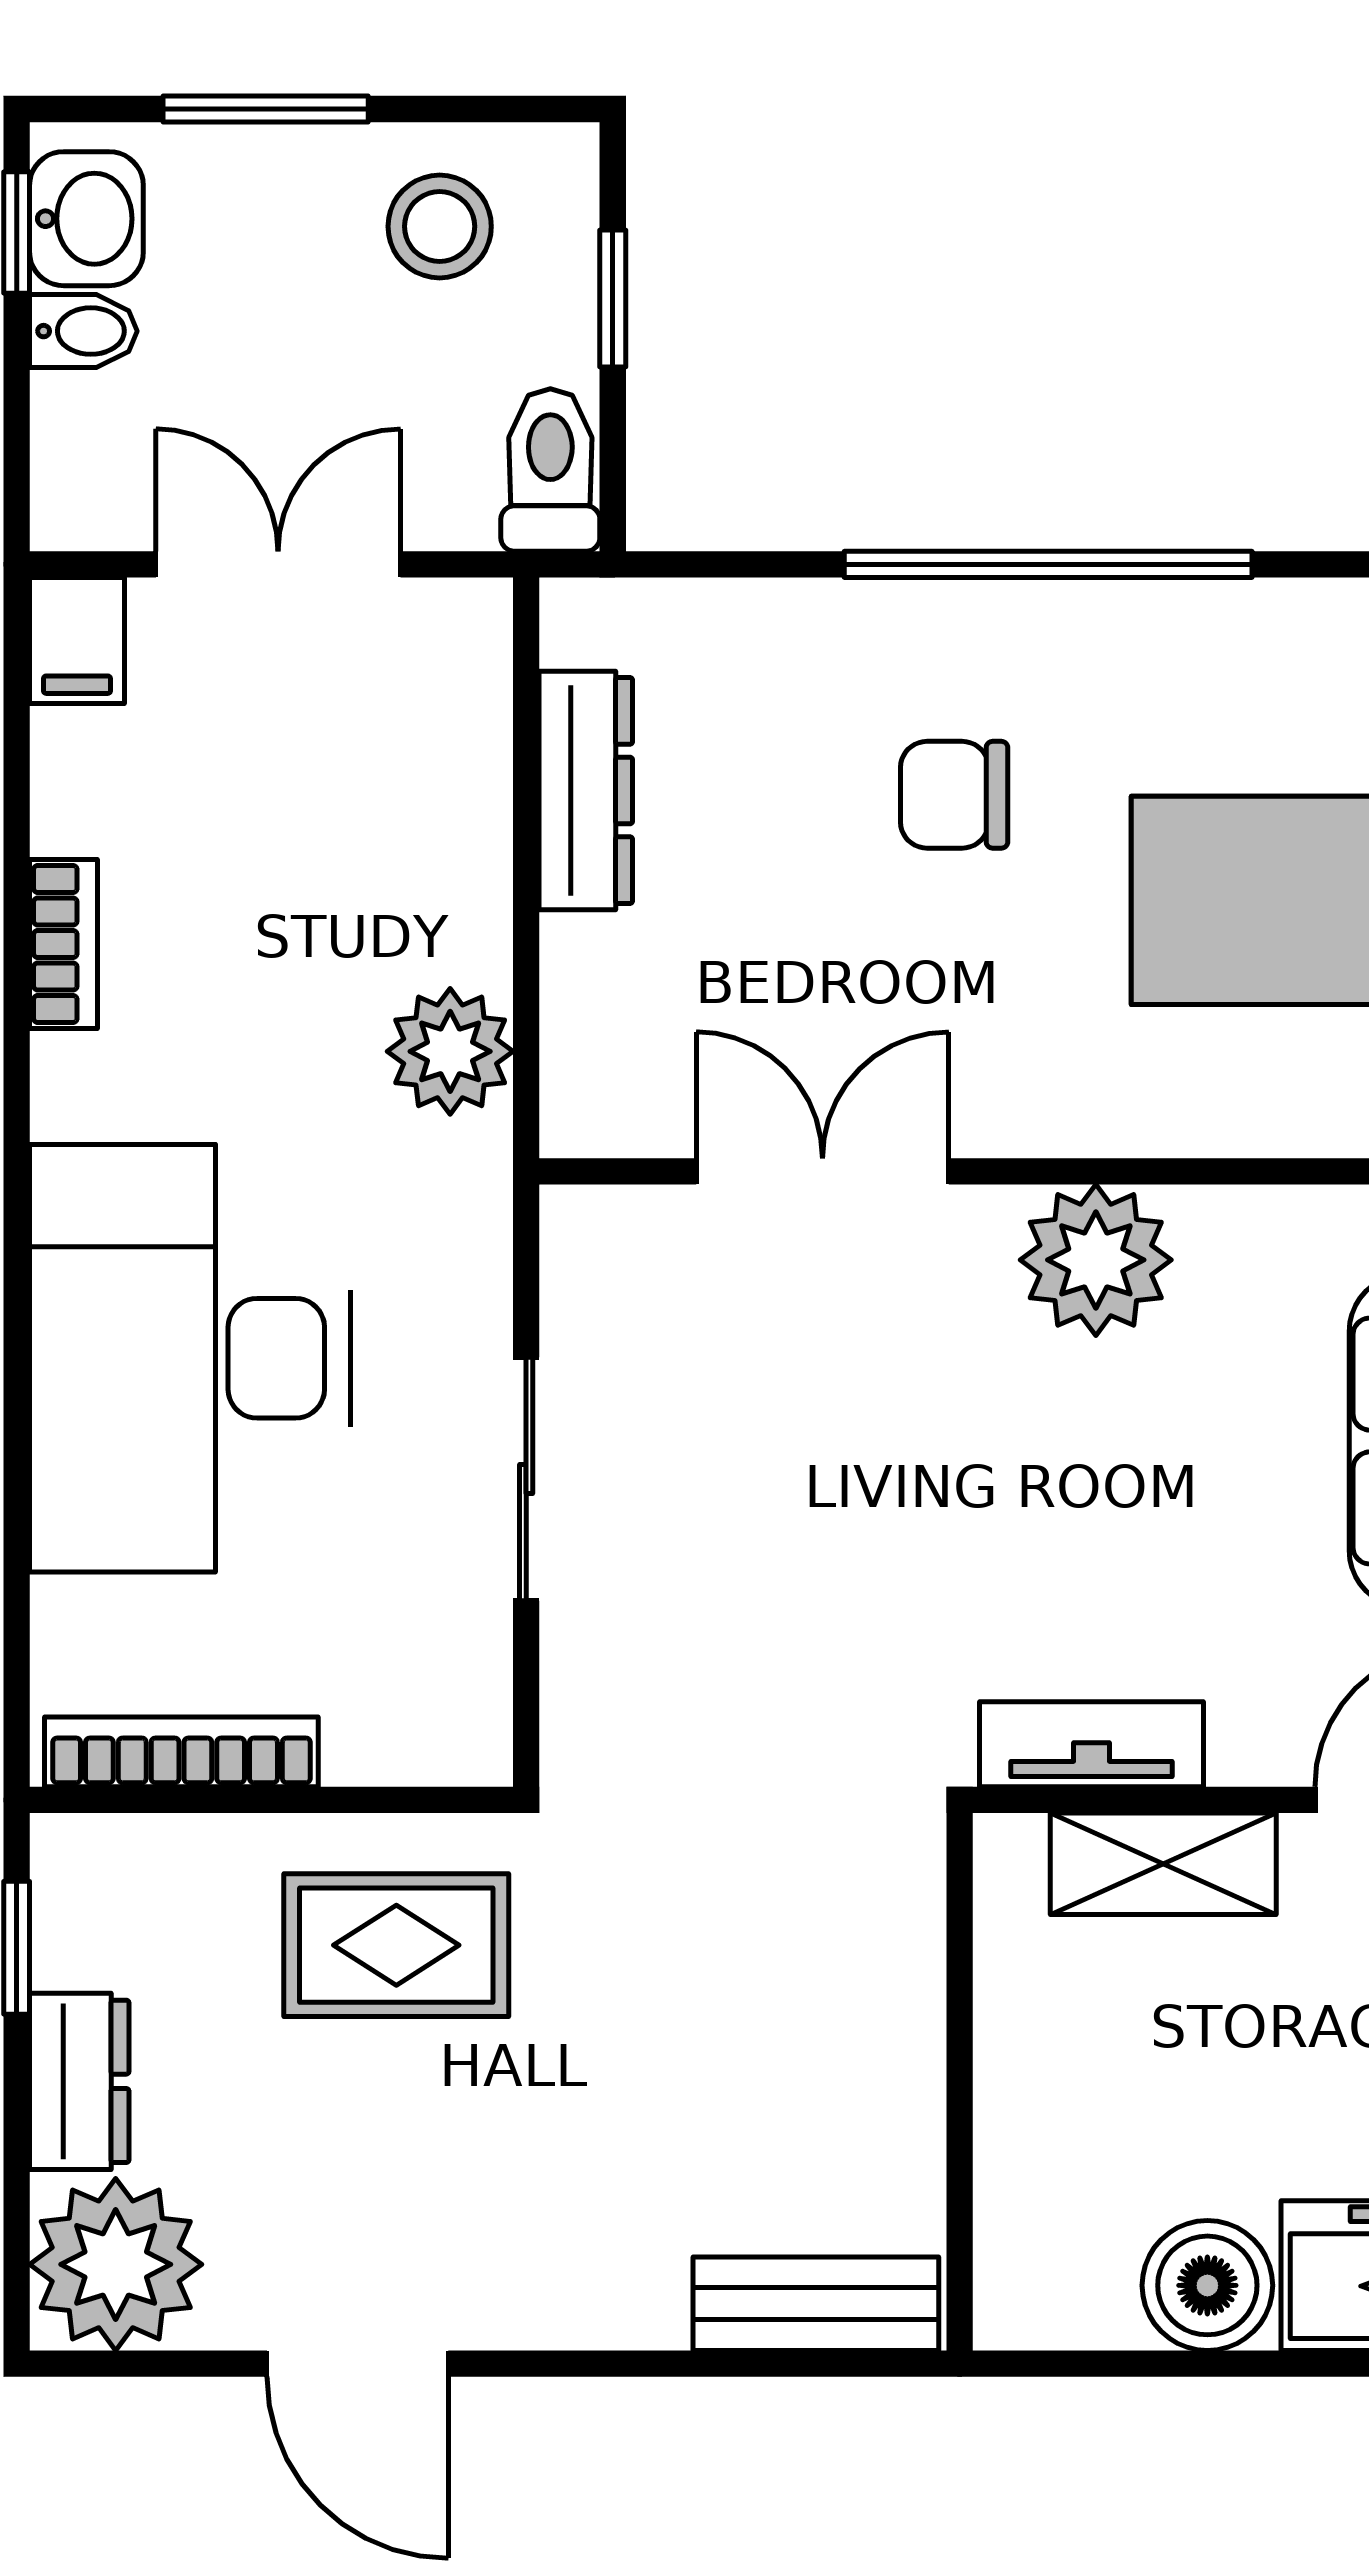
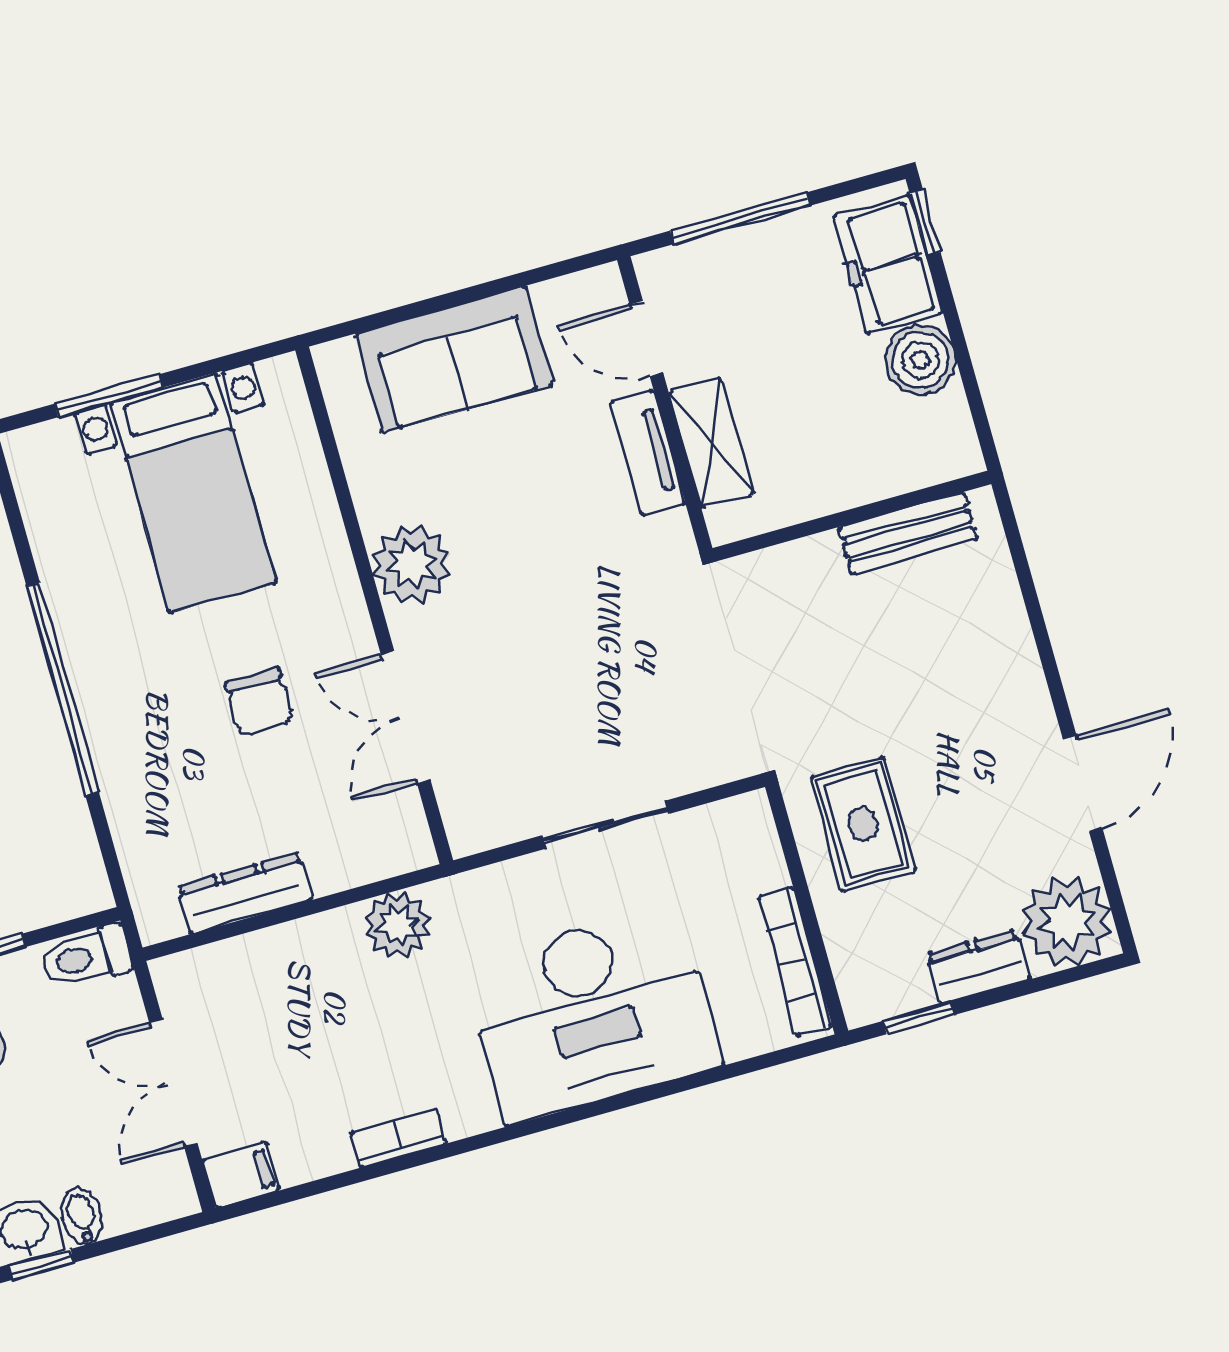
chair: (954, 795) -> (259, 702), moved
tv unit: (1092, 1744) -> (648, 453), moved
bench: (816, 2304) -> (908, 533), moved, turned 90

